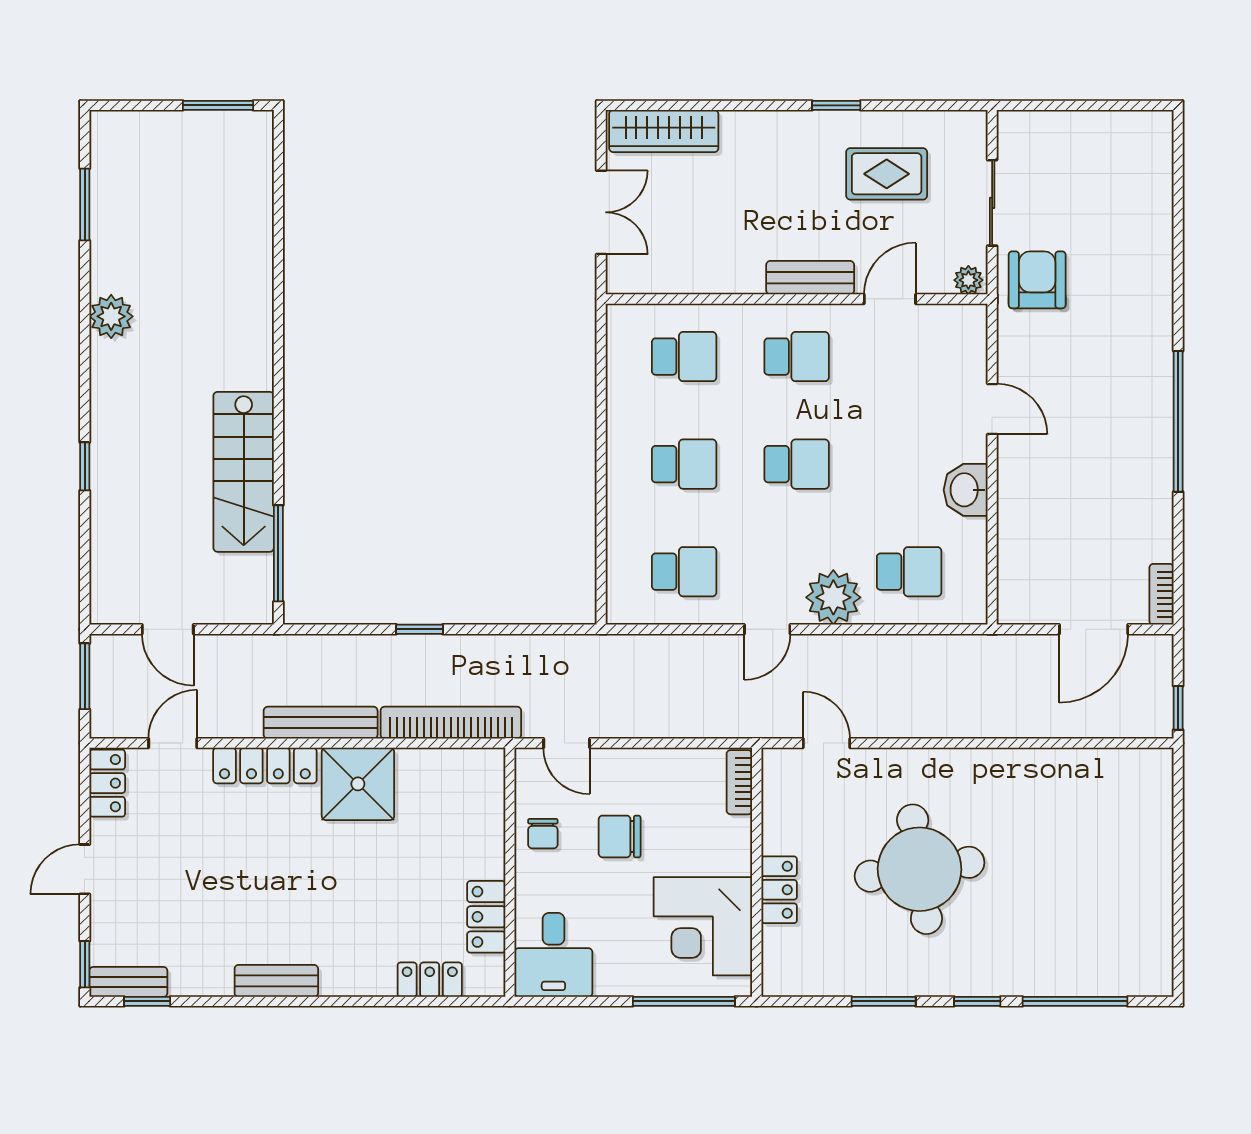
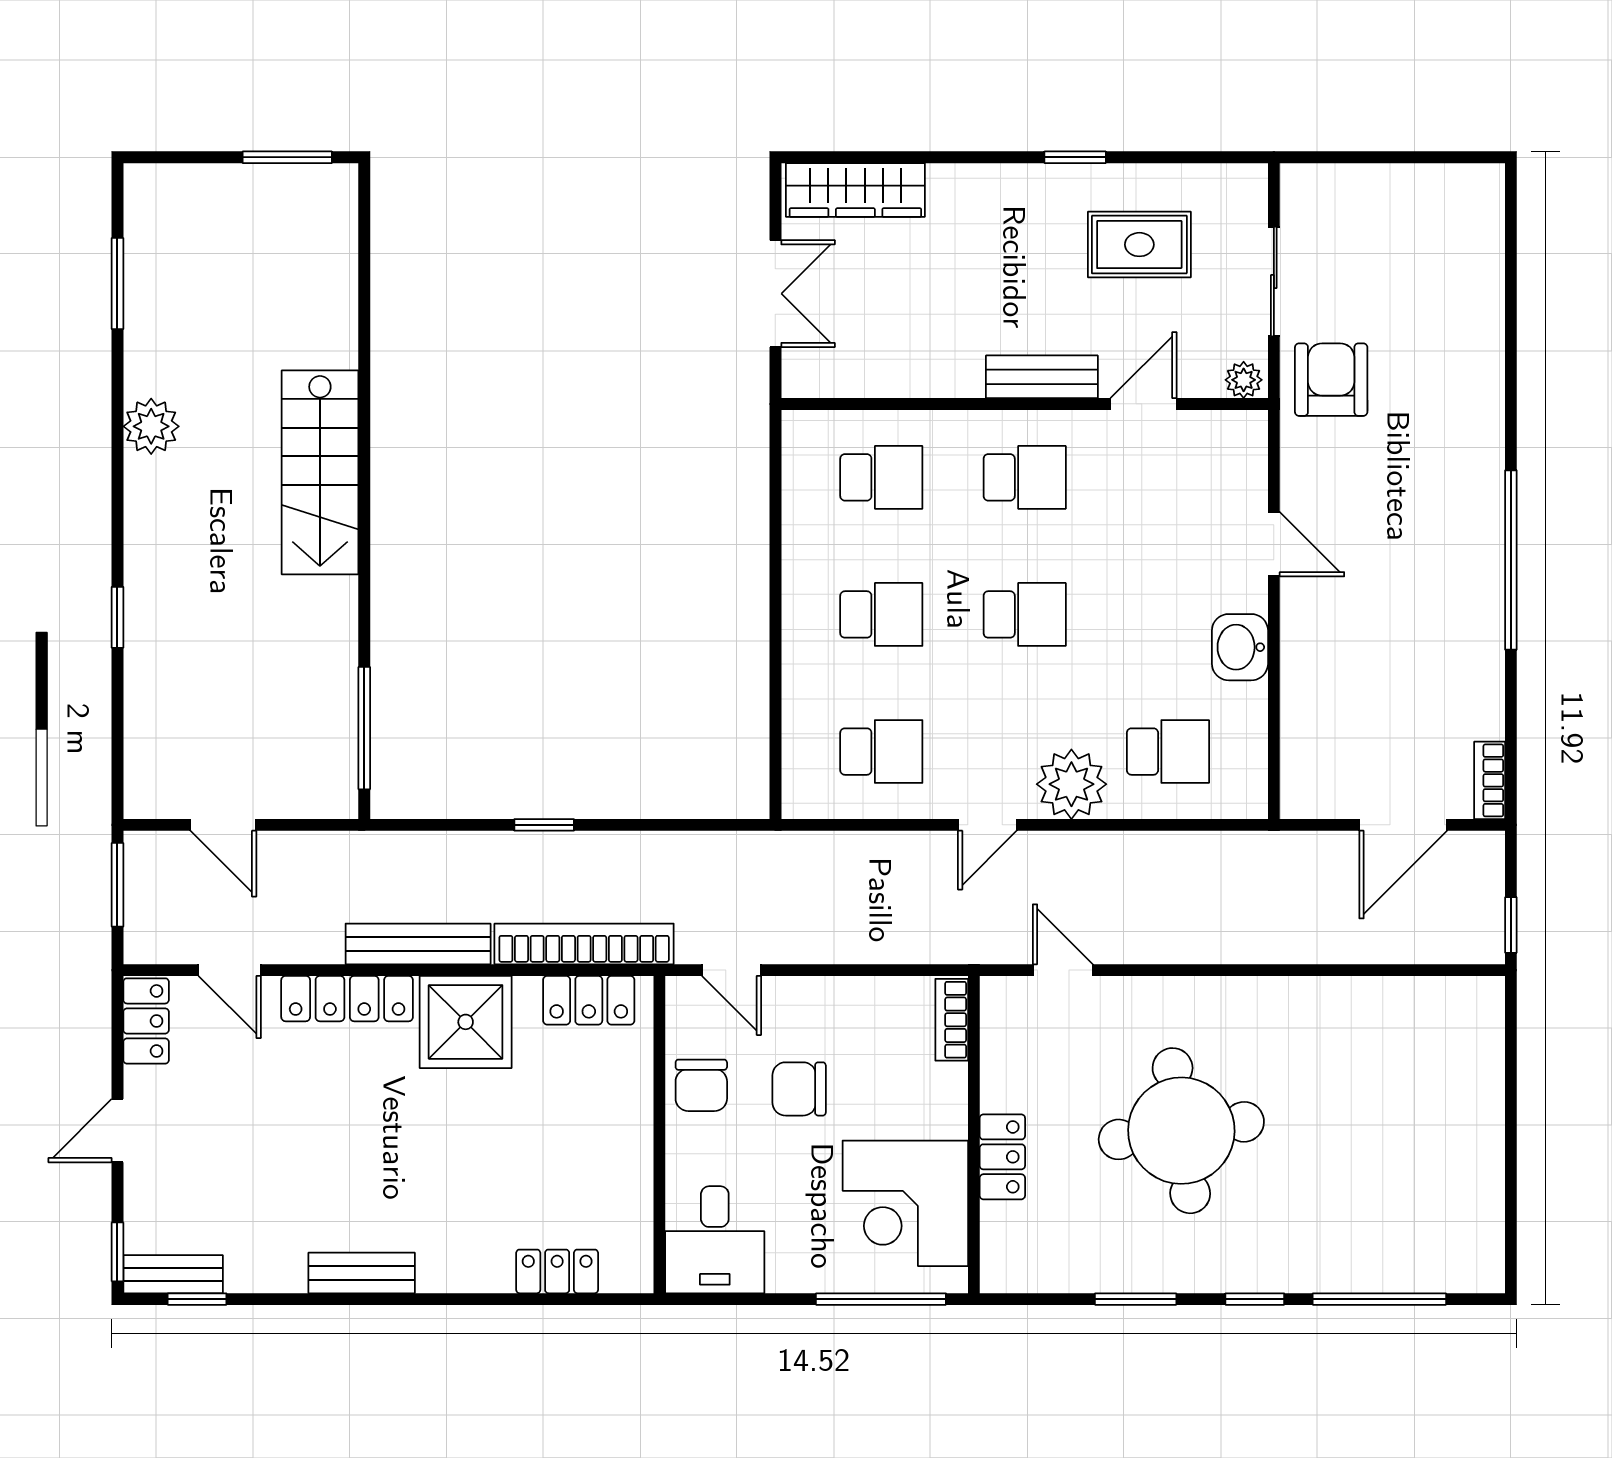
stairs: (244, 472) -> (320, 472), moved
door: (173, 743) -> (230, 970), swing flipped
chair: (543, 834) -> (701, 1085), width x1.37, depth x1.37
locker: (486, 917) -> (589, 1000), moved, turned -90

